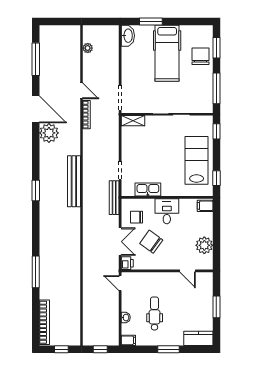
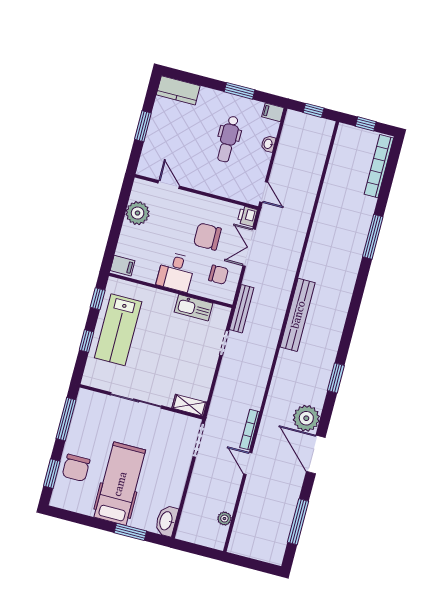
window: (216, 131) -> (86, 341), moved
bench: (74, 181) -> (298, 315), moved
window: (36, 190) -> (336, 378), moved
chair: (151, 242) -> (207, 237), turned 144
window: (169, 349) -> (239, 91), moved

